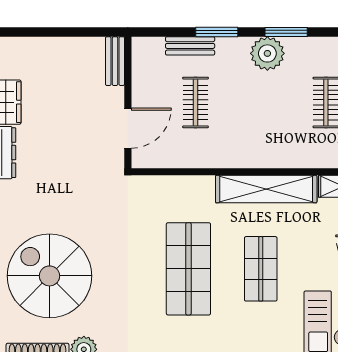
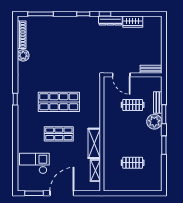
plant: (267, 53) -> (154, 122), moved
shelving: (266, 189) -> (94, 143), width x0.68
spiral stairs: (49, 276) -> (56, 40), removed

